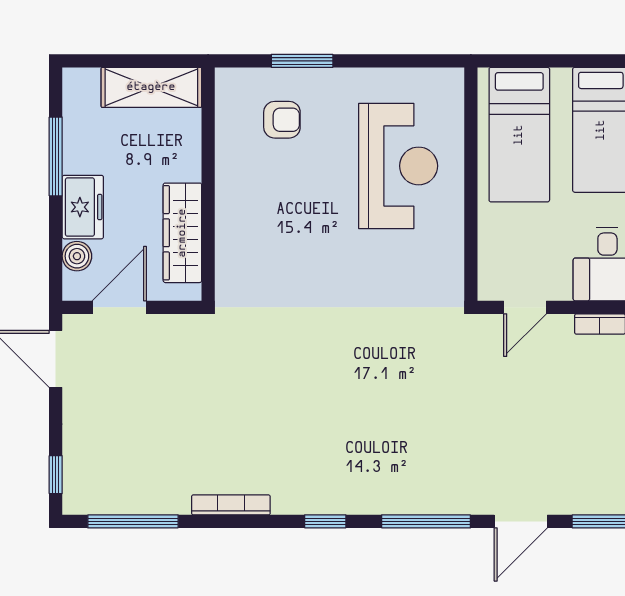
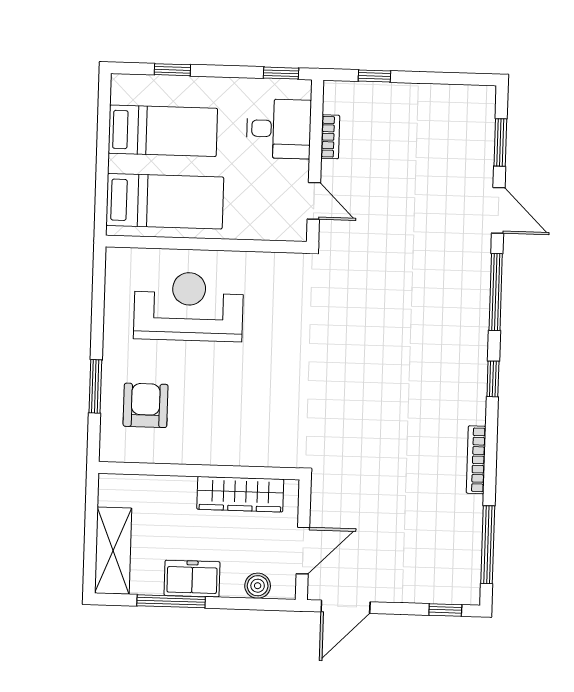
shelving: (151, 87) -> (113, 551), moved
armchair: (282, 120) -> (146, 405), width x1.38, depth x1.38
freezer: (83, 207) -> (192, 579), moved
door: (119, 307) -> (303, 551), swing flipped

